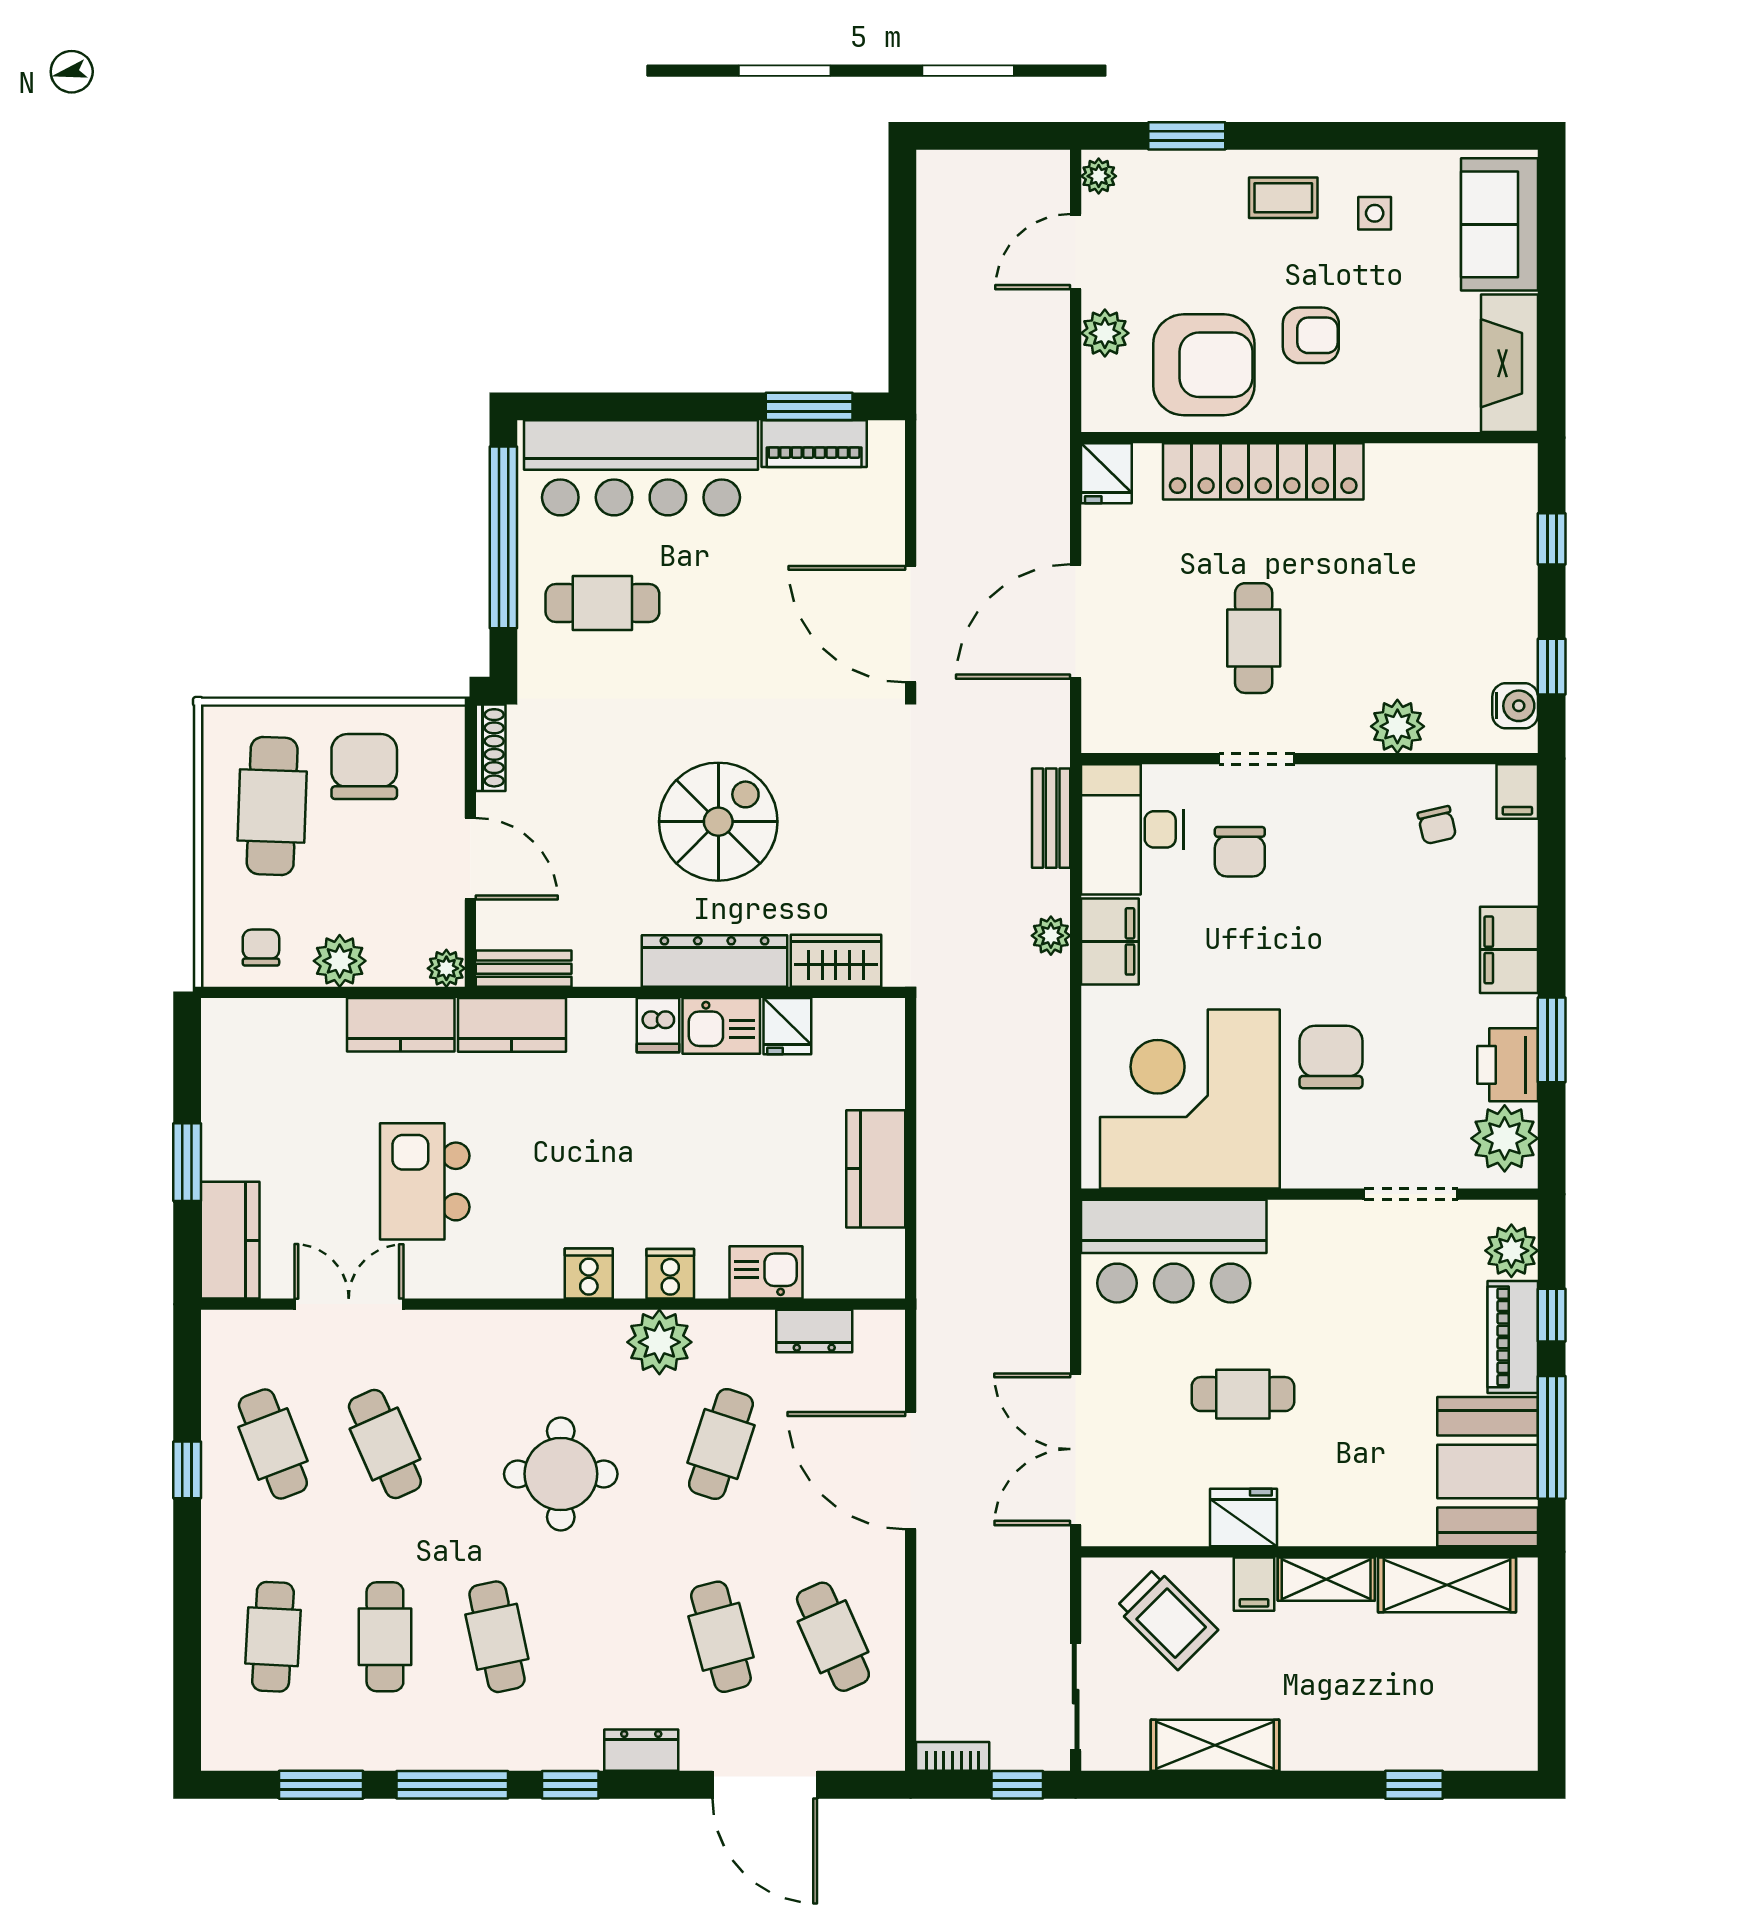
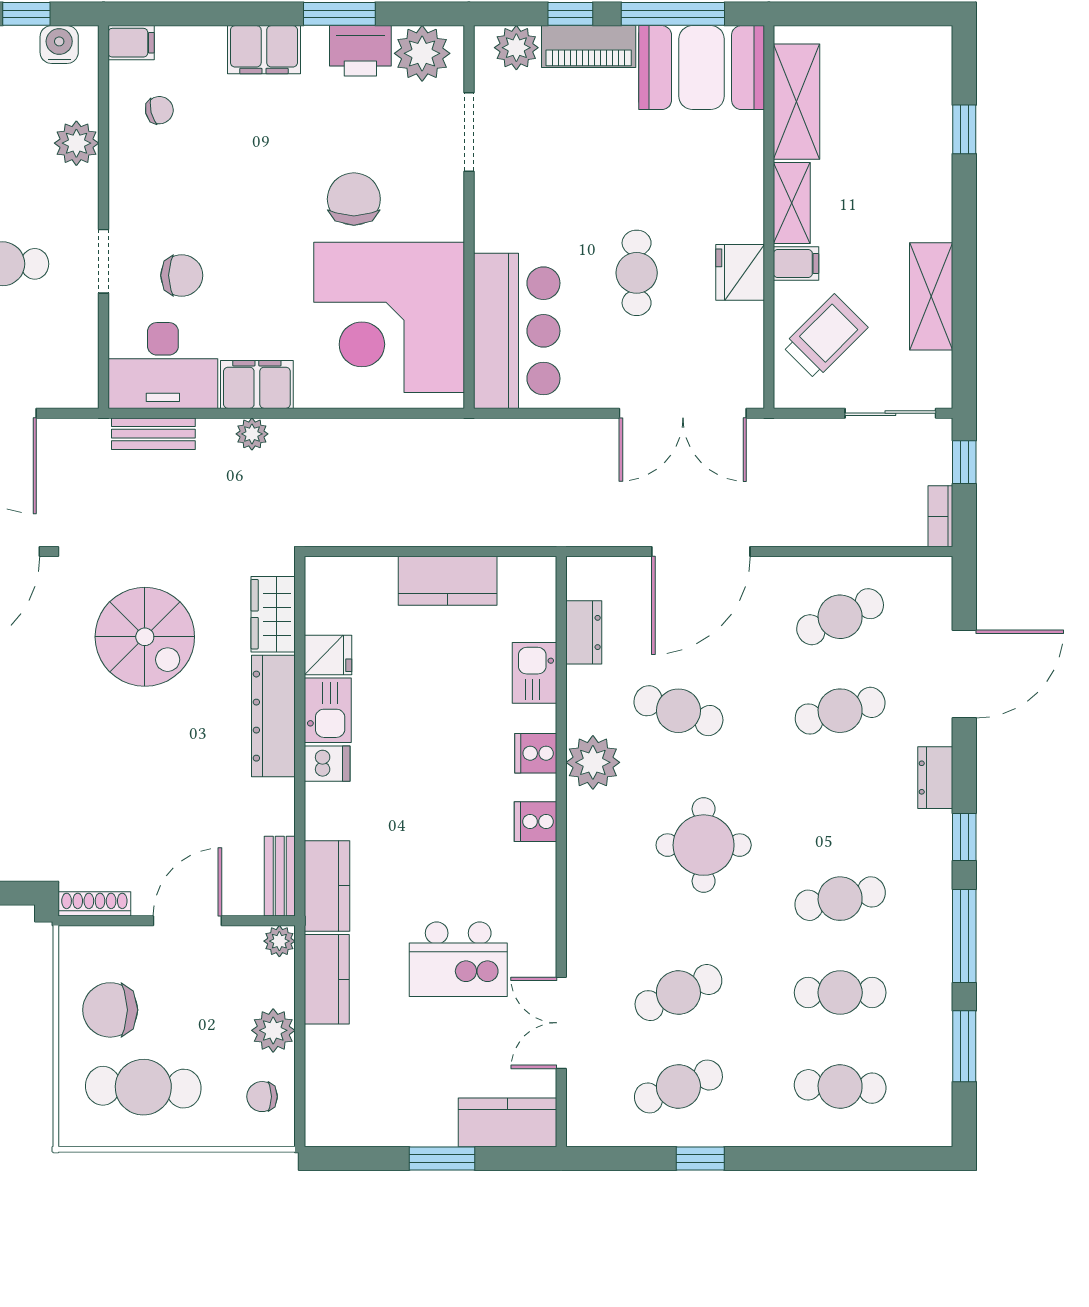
spiral stairs: (718, 822) -> (145, 637), moved, turned 180
chair: (1331, 1057) -> (354, 199), turned 90

